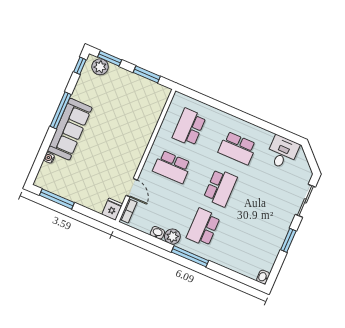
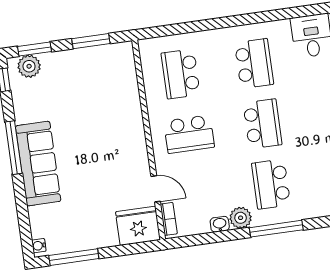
school desk: (237, 148) -> (254, 64), turned -90
water cooler: (49, 158) -> (39, 246), moved
fridge: (112, 209) -> (138, 226), width x1.88, depth x1.34

